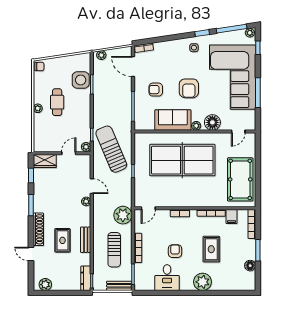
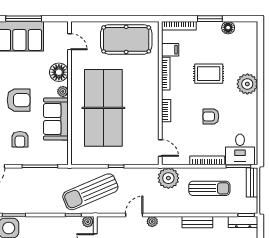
desk: (167, 278) -> (240, 149), moved, turned 90

